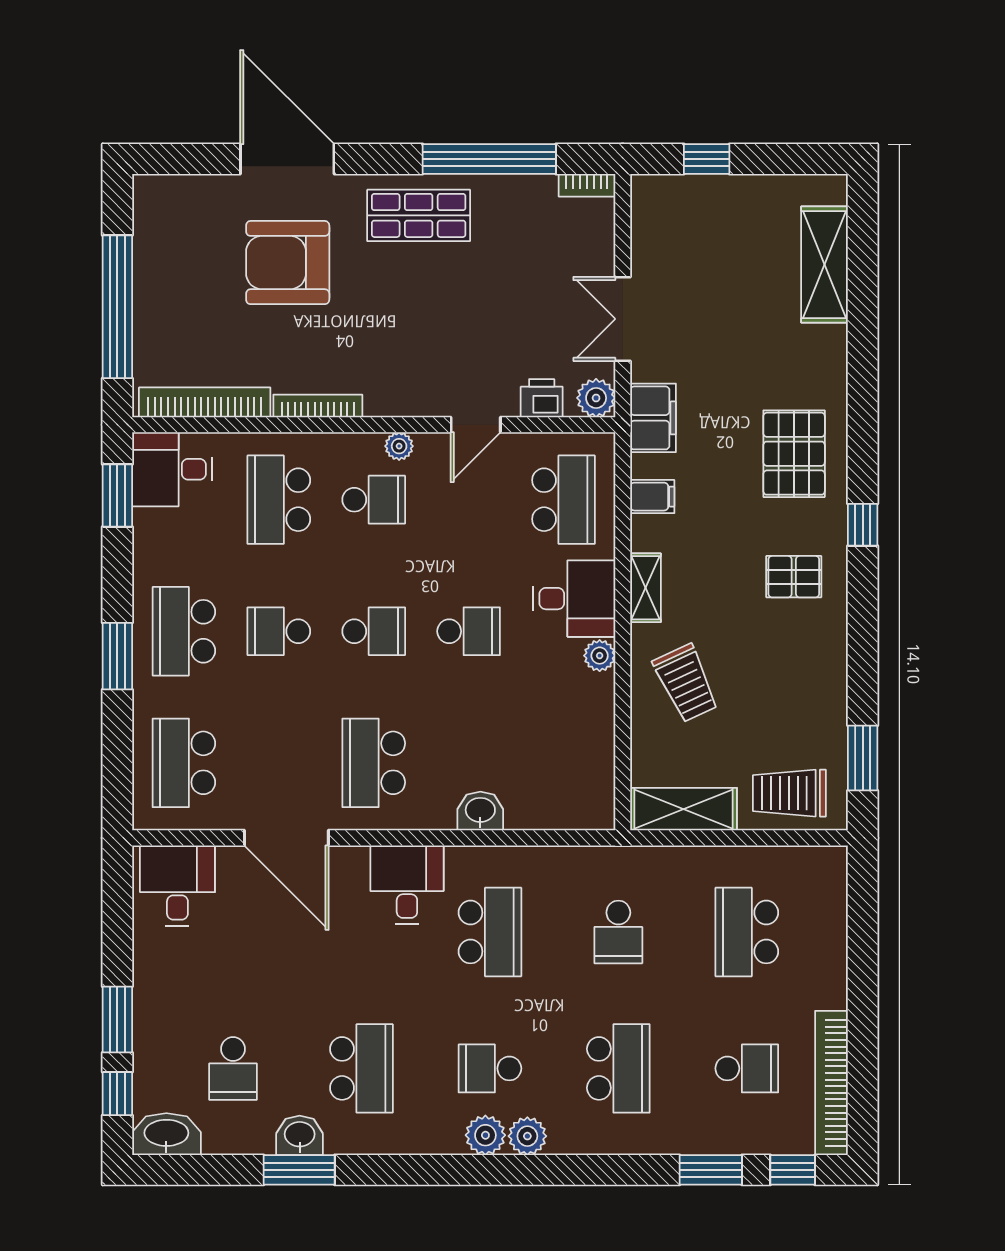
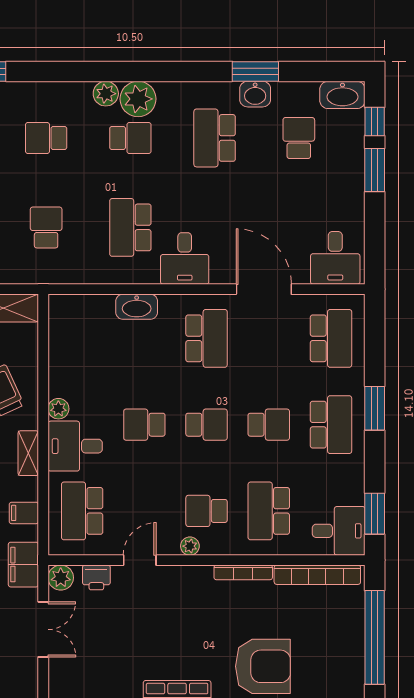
school desk: (279, 500) -> (269, 511), turned 180
school desk: (374, 631) -> (207, 425), turned 180
washbasin: (480, 811) -> (137, 307), width x1.38
school desk: (618, 1068) -> (46, 138), width x0.54
plant: (485, 1135) -> (138, 99), width x1.36, depth x1.36

